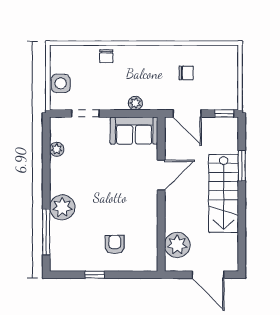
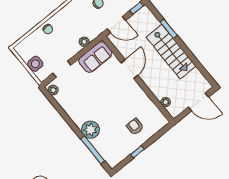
plant: (57, 149) -> (53, 90), moved
plant: (177, 245) -> (166, 102), width x0.53, depth x0.53

